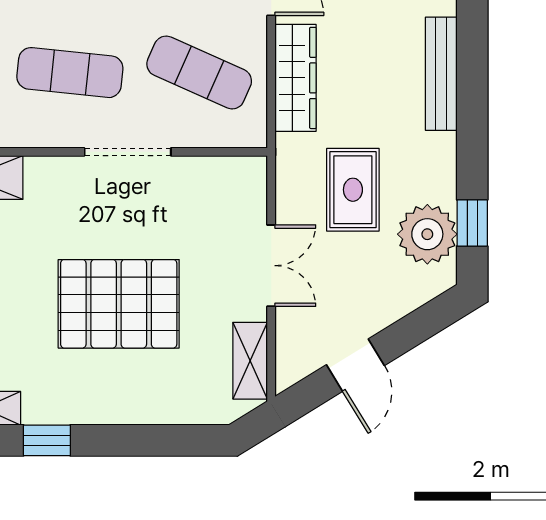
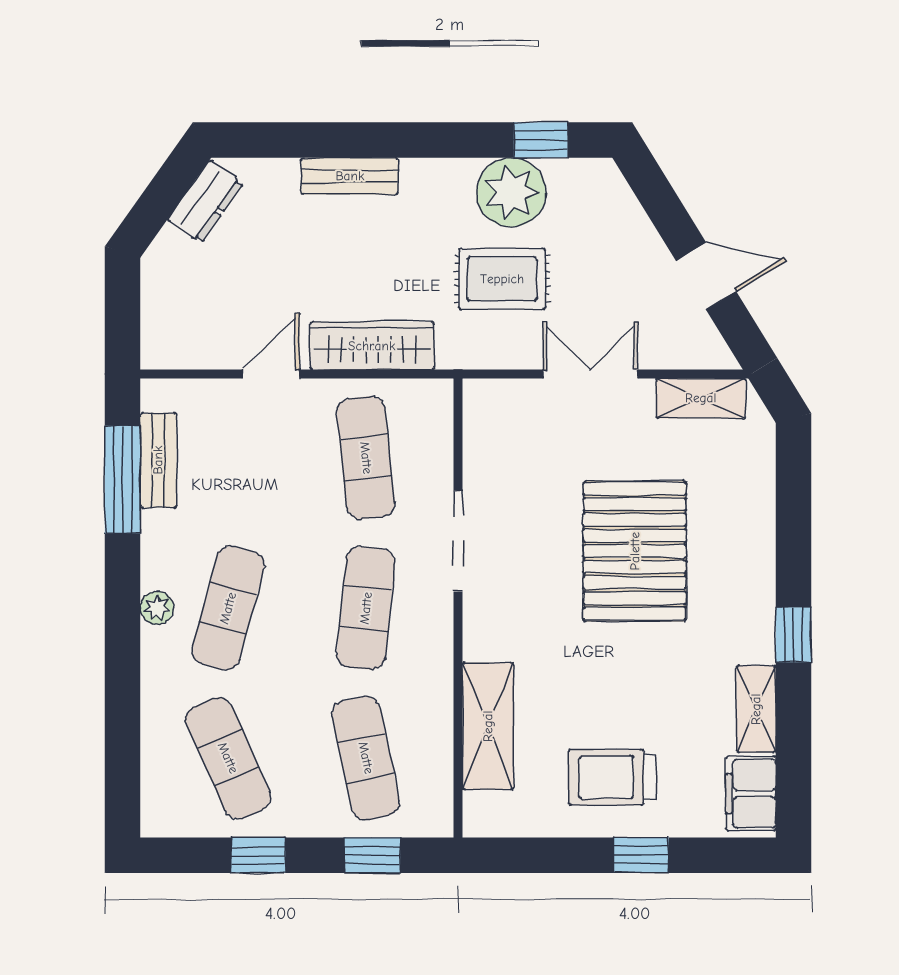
exercise mat: (199, 73) -> (366, 458), turned -30
bench: (441, 74) -> (350, 176), width x0.73
plant: (427, 234) -> (511, 192), moved

